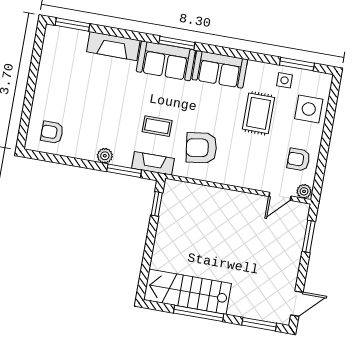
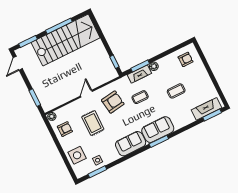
fireplace: (113, 46) -> (206, 109), moved
coffee table: (99, 97) -> (176, 91), added
rug: (258, 113) -> (93, 123), moved
fireplace: (153, 163) -> (139, 74), moved
door: (280, 196) -> (86, 94), moved
stairs: (187, 292) -> (66, 40), width x1.36, depth x1.51

